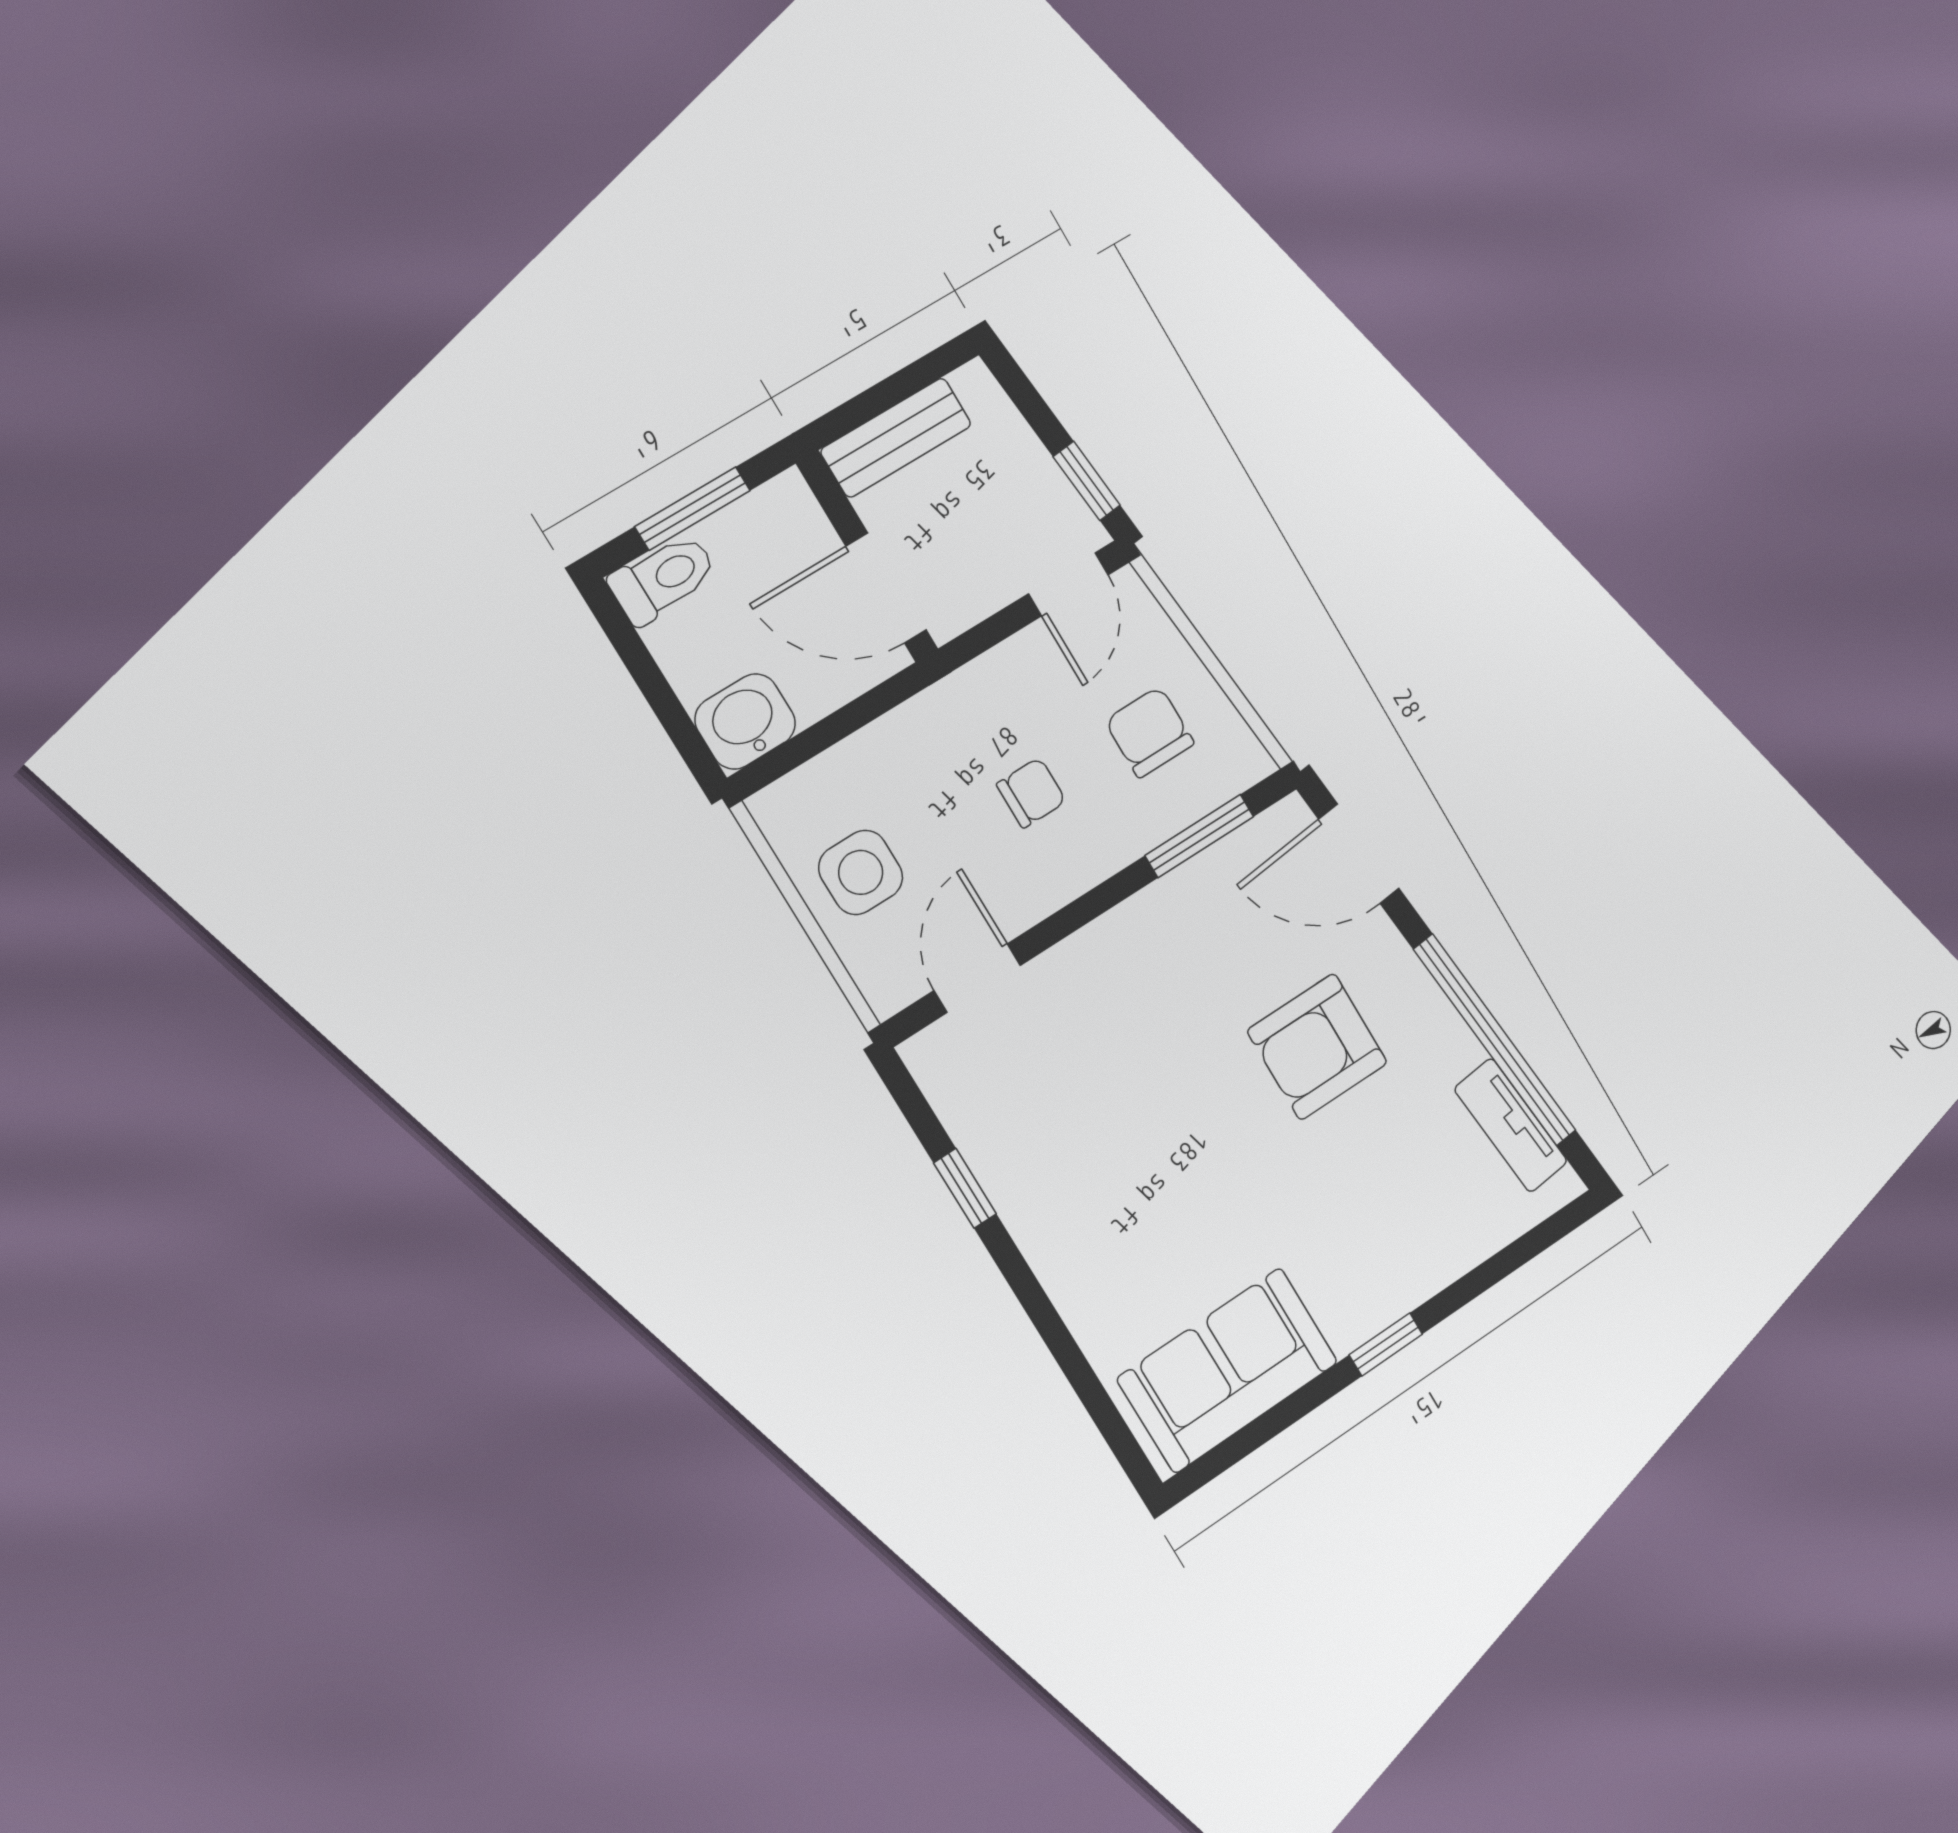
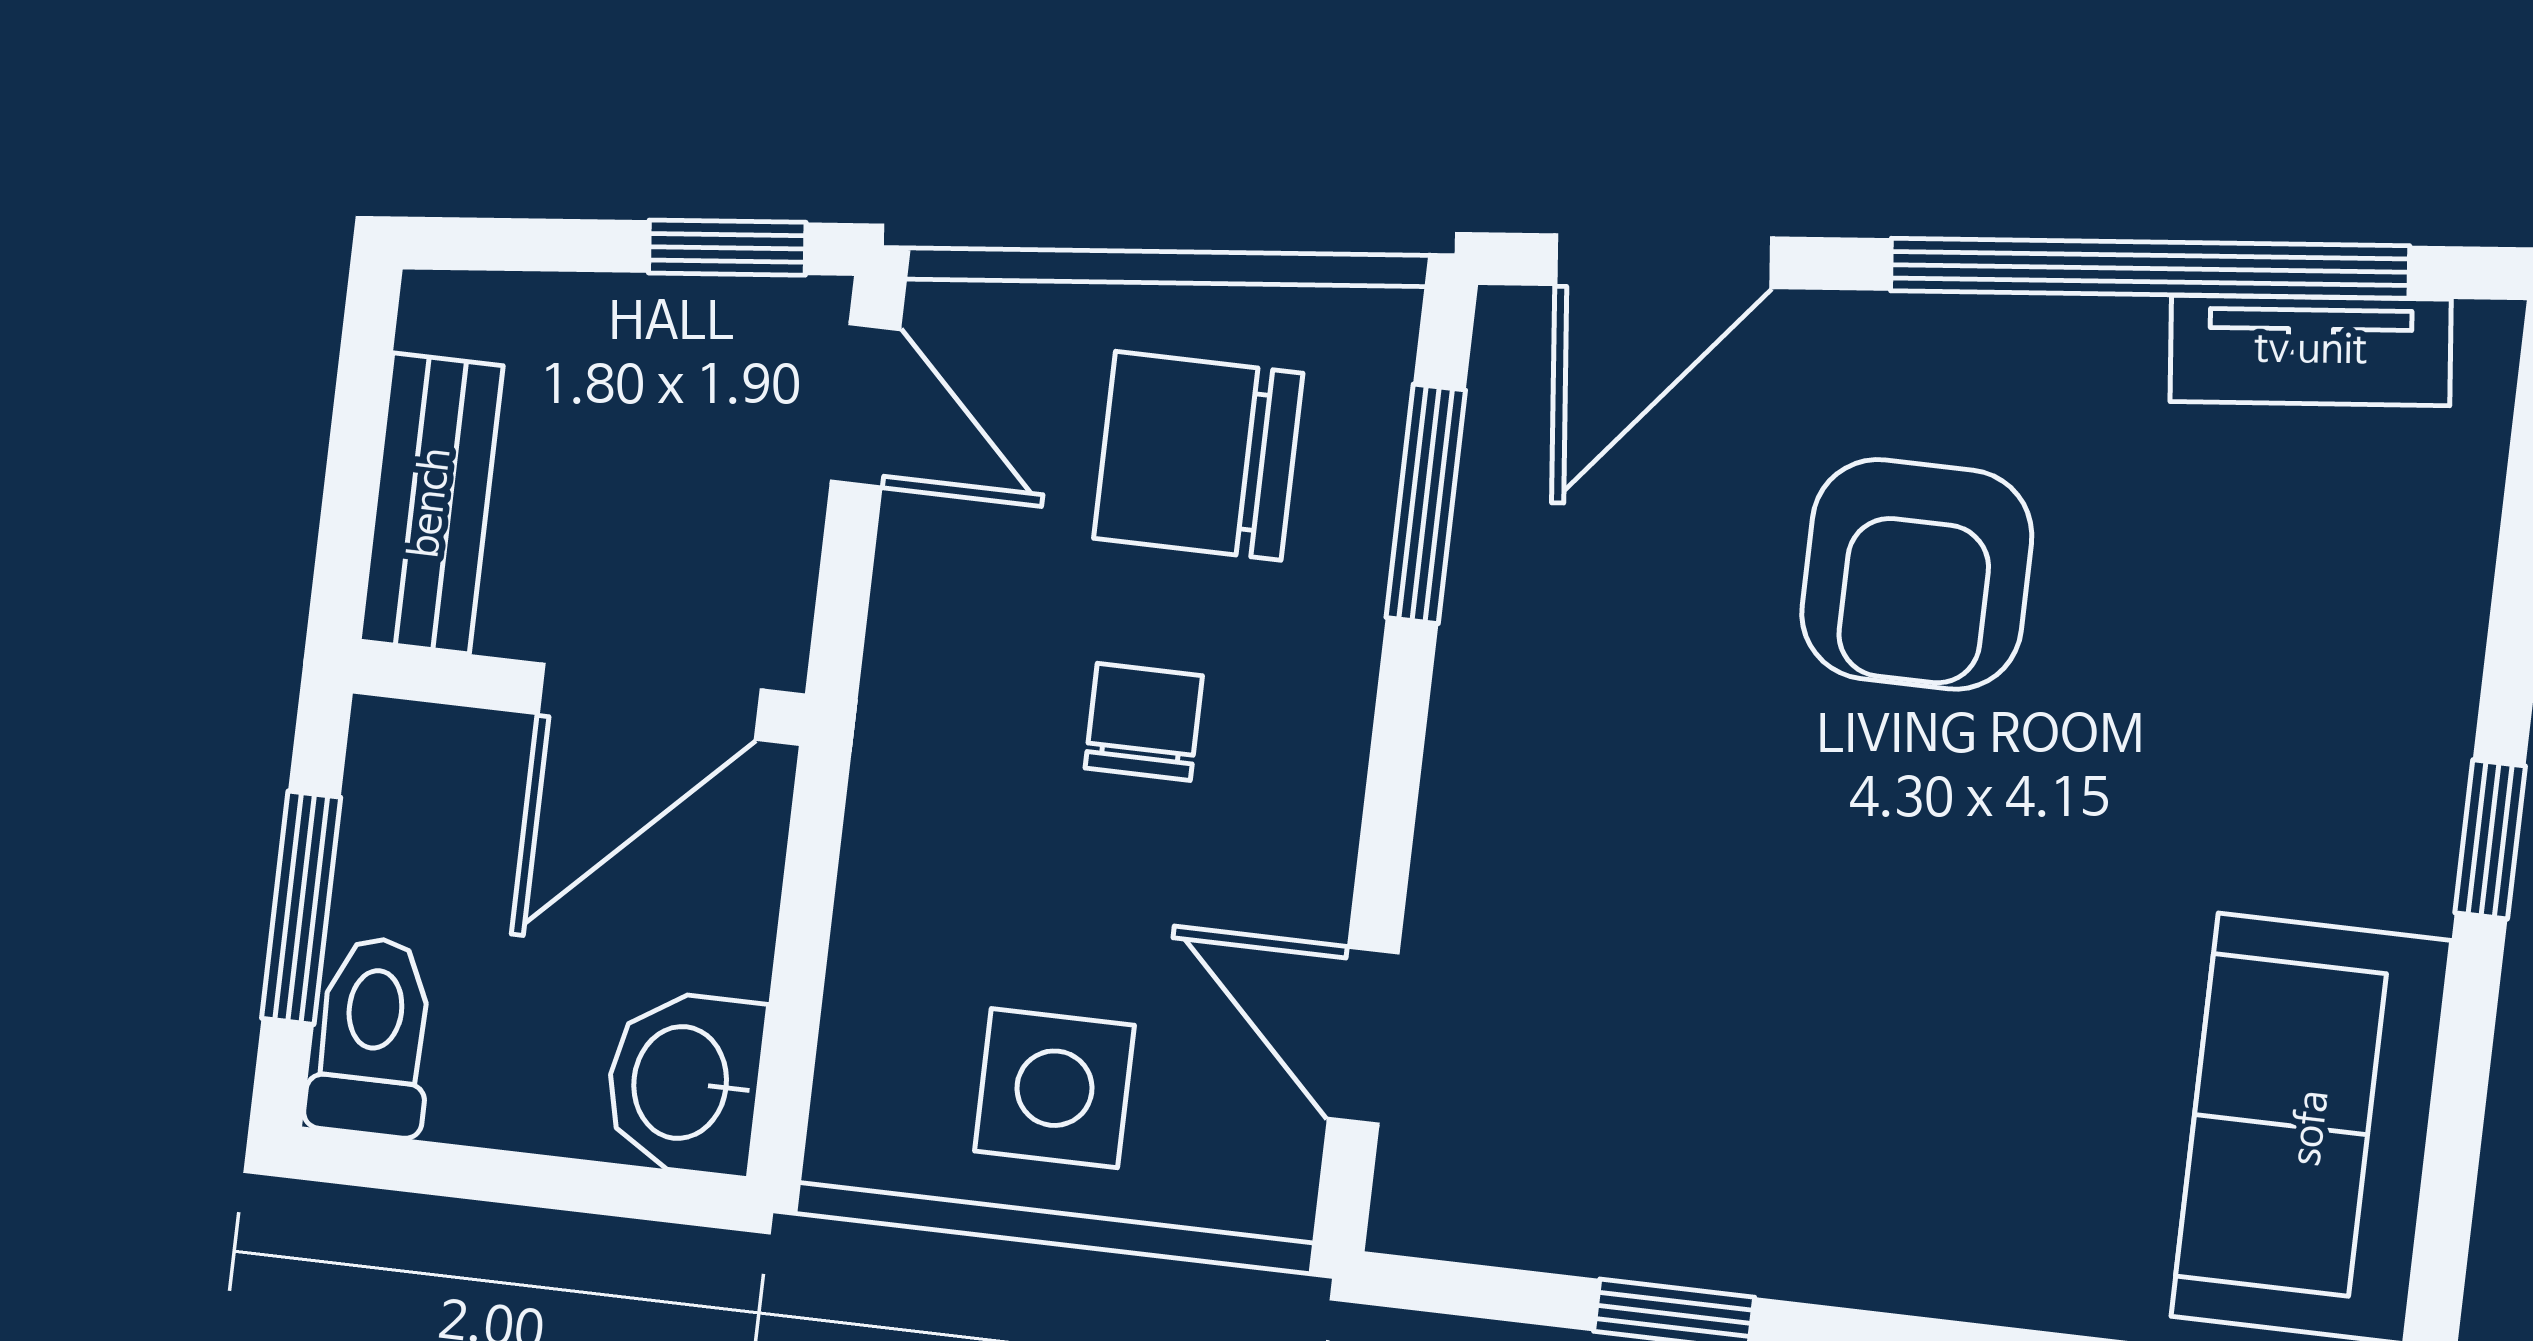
chair: (1150, 732) -> (1198, 456), width x1.37, depth x1.37

